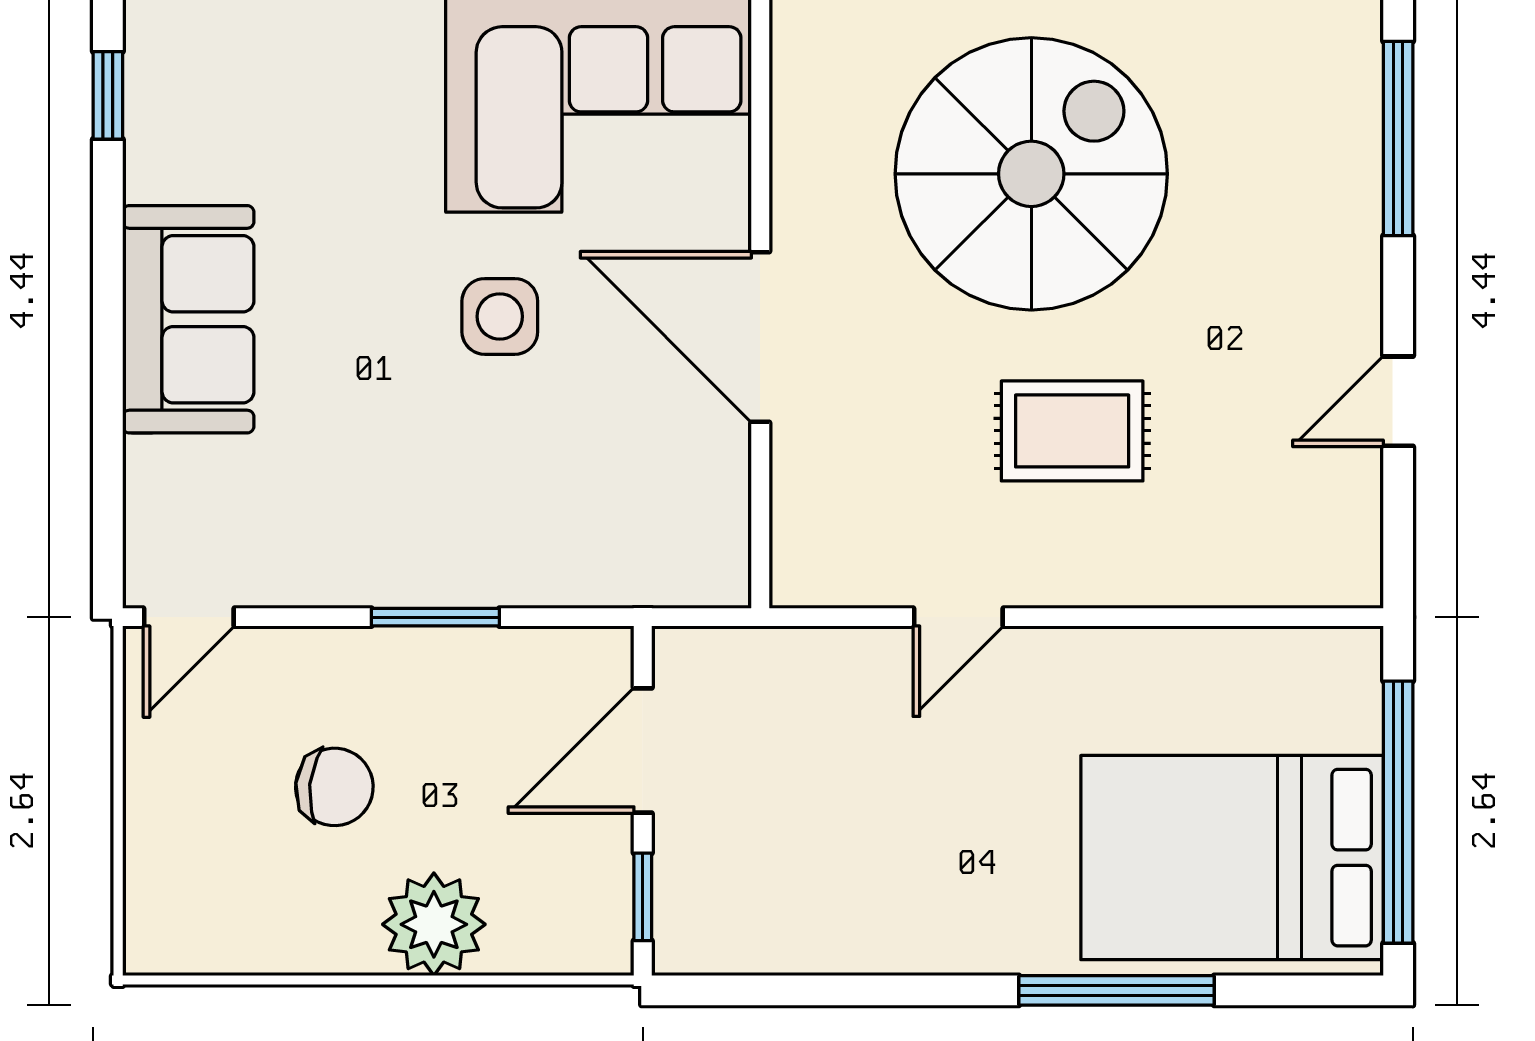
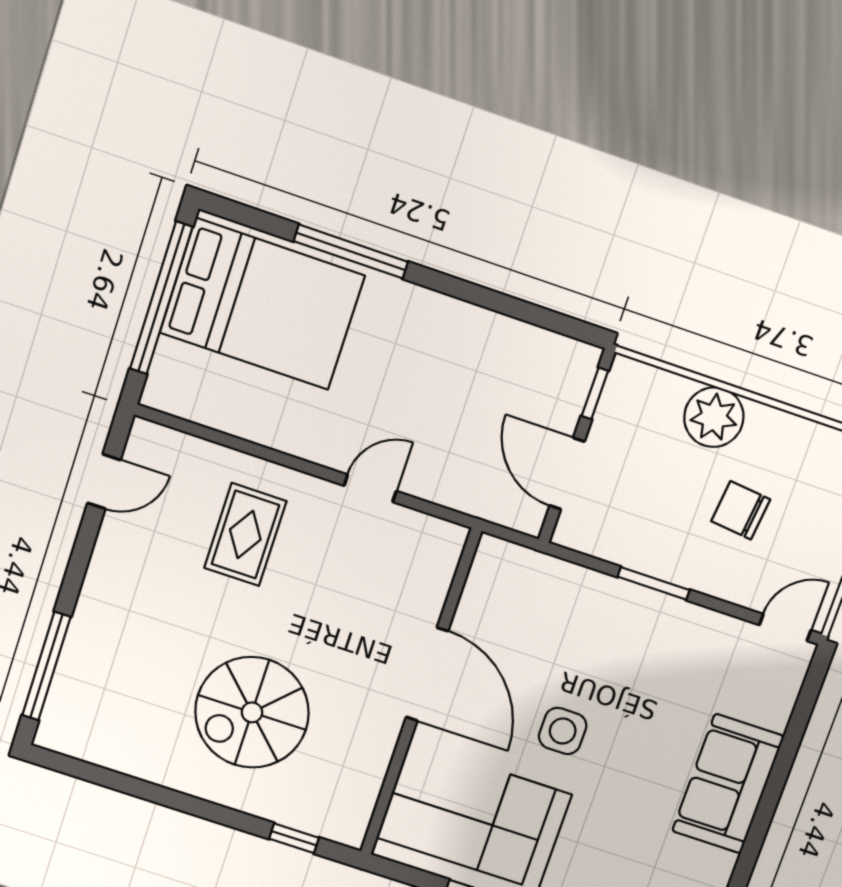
spiral stairs: (1031, 174) -> (252, 712), width x0.73, depth x0.73
door: (1398, 401) -> (104, 482), moved
rug: (1072, 431) -> (245, 535), moved, turned 90
door: (643, 751) -> (567, 474), swing flipped

